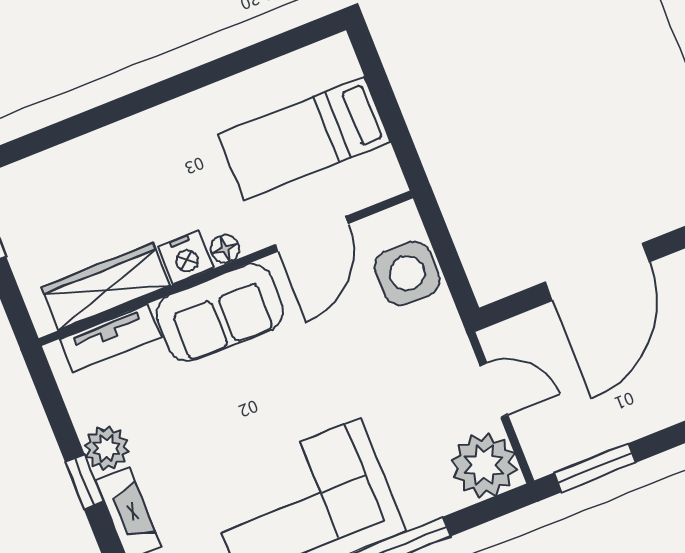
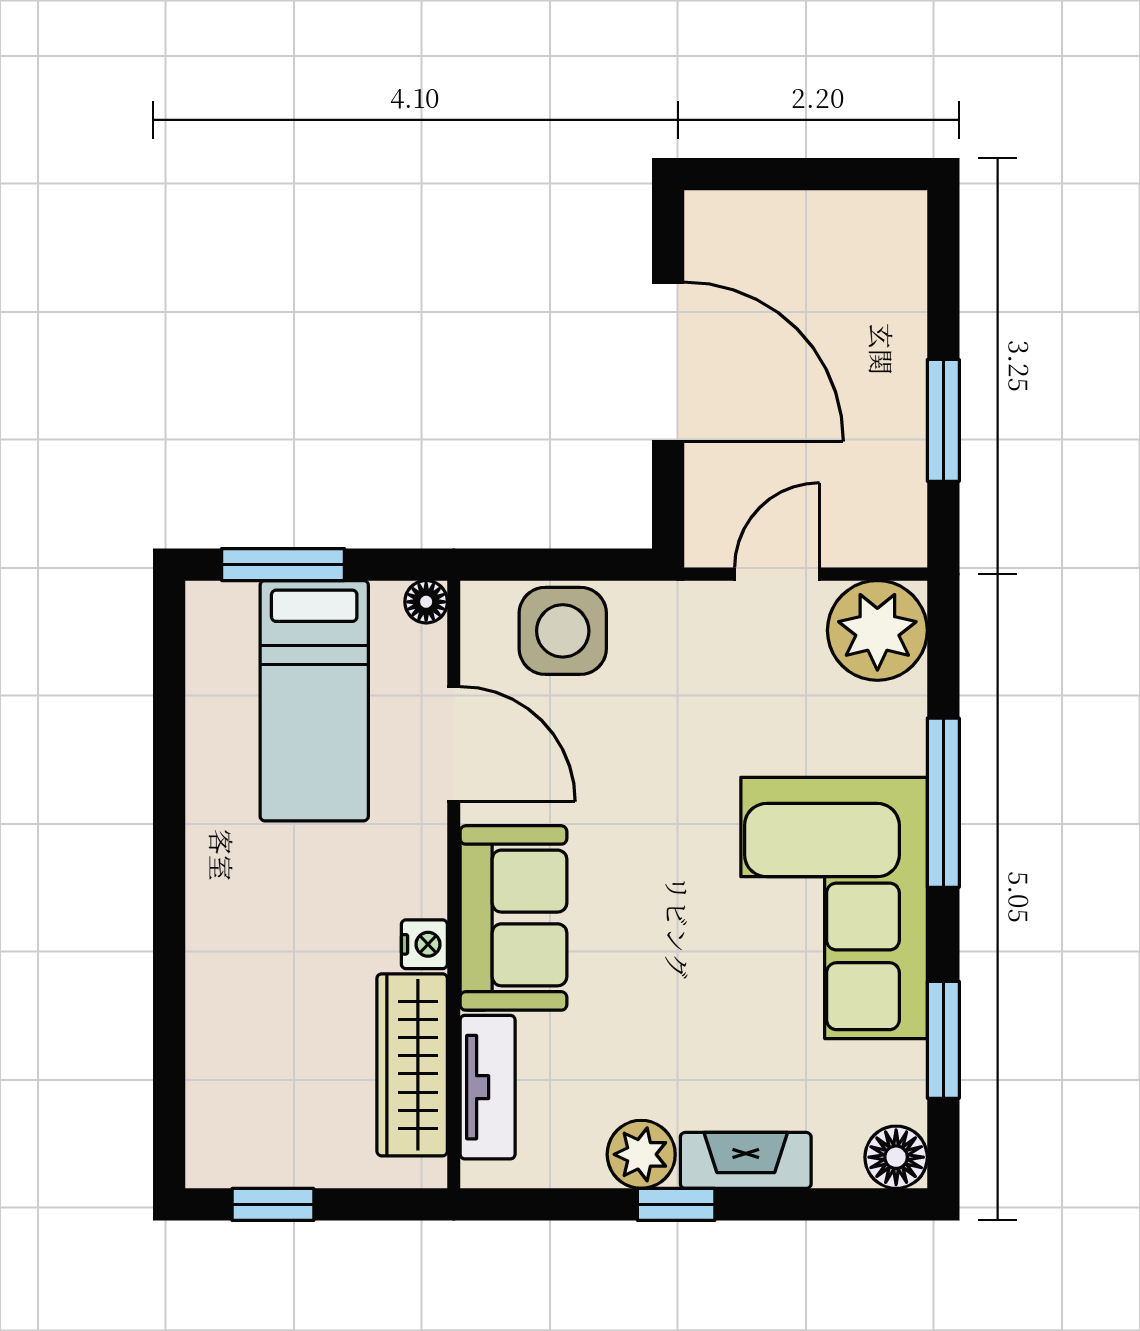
window: (380, 86) -> (283, 565), added
floor lamp: (225, 249) -> (426, 602), moved
nightstand: (186, 258) -> (424, 944), width x0.72, depth x0.74
window: (595, 468) -> (943, 420), moved

